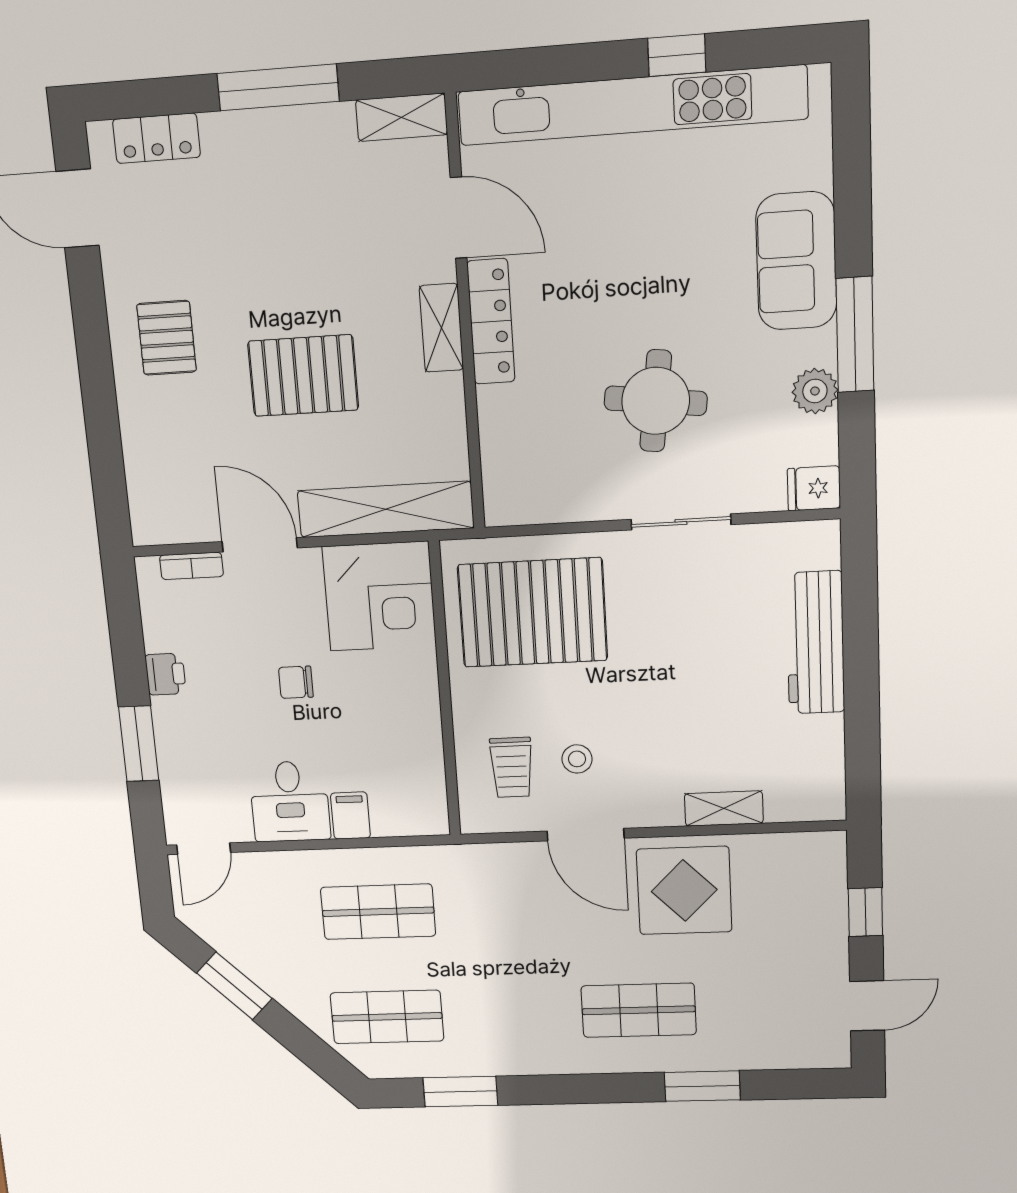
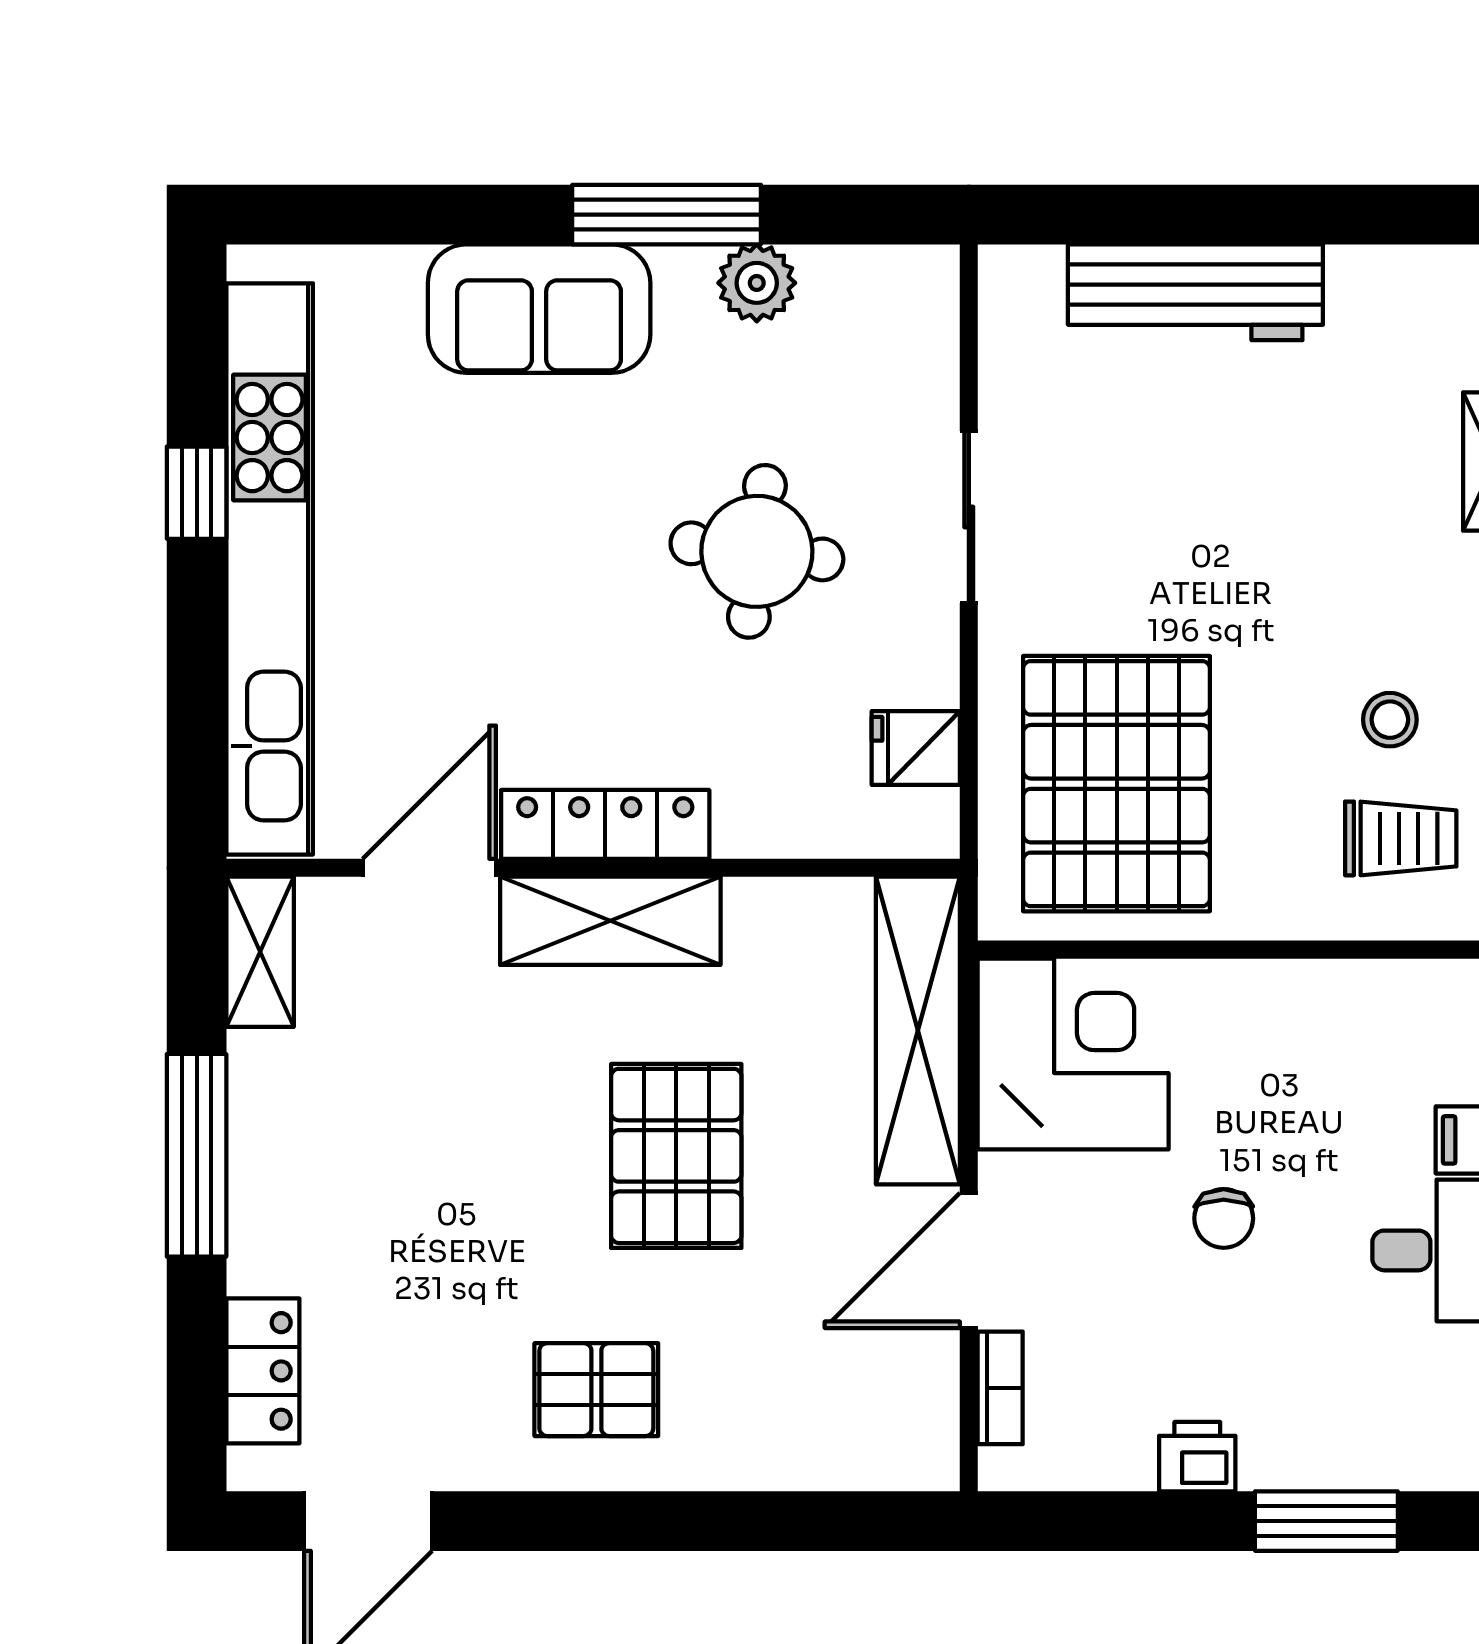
shelving: (441, 328) -> (610, 921), width x1.50, depth x1.33
fridge: (814, 488) -> (916, 748), moved, turned 90

